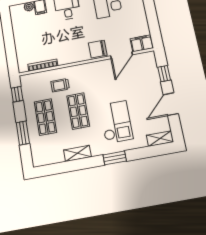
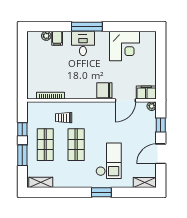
plant: (150, 56) -> (152, 106), added
window: (17, 94) -> (22, 129), moved
shelving: (77, 153) -> (41, 182), moved

